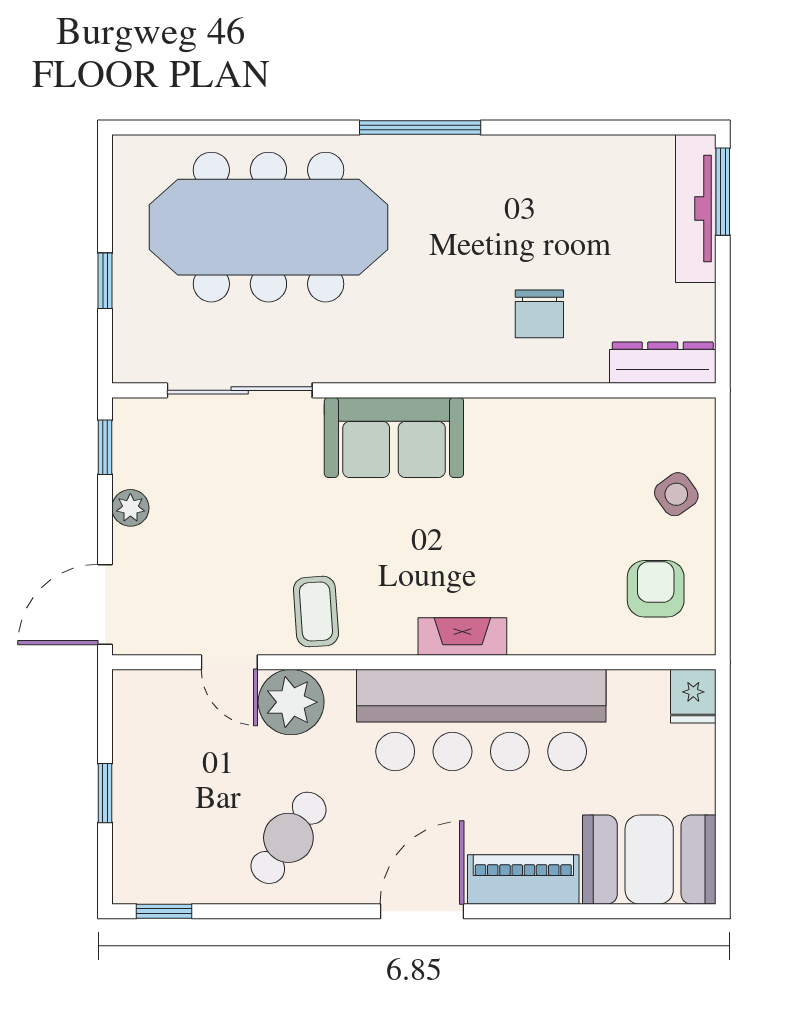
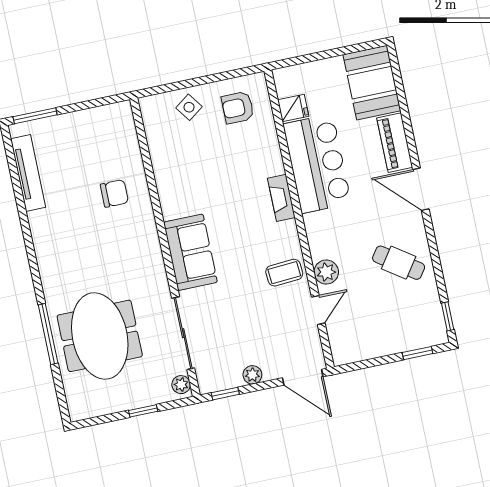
window: (420, 128) -> (48, 334), moved
tv unit: (696, 209) -> (28, 173), moved, turned -90
meeting table: (268, 227) -> (100, 336), width x0.73
dresser: (663, 363) -> (126, 128), removed
plant: (141, 365) -> (181, 385), added
fridge: (693, 696) -> (293, 108), moved
plant: (291, 702) -> (326, 272), width x0.73, depth x0.73
bar counter: (481, 720) -> (317, 164), width x0.73
window: (105, 793) -> (417, 353), moved

